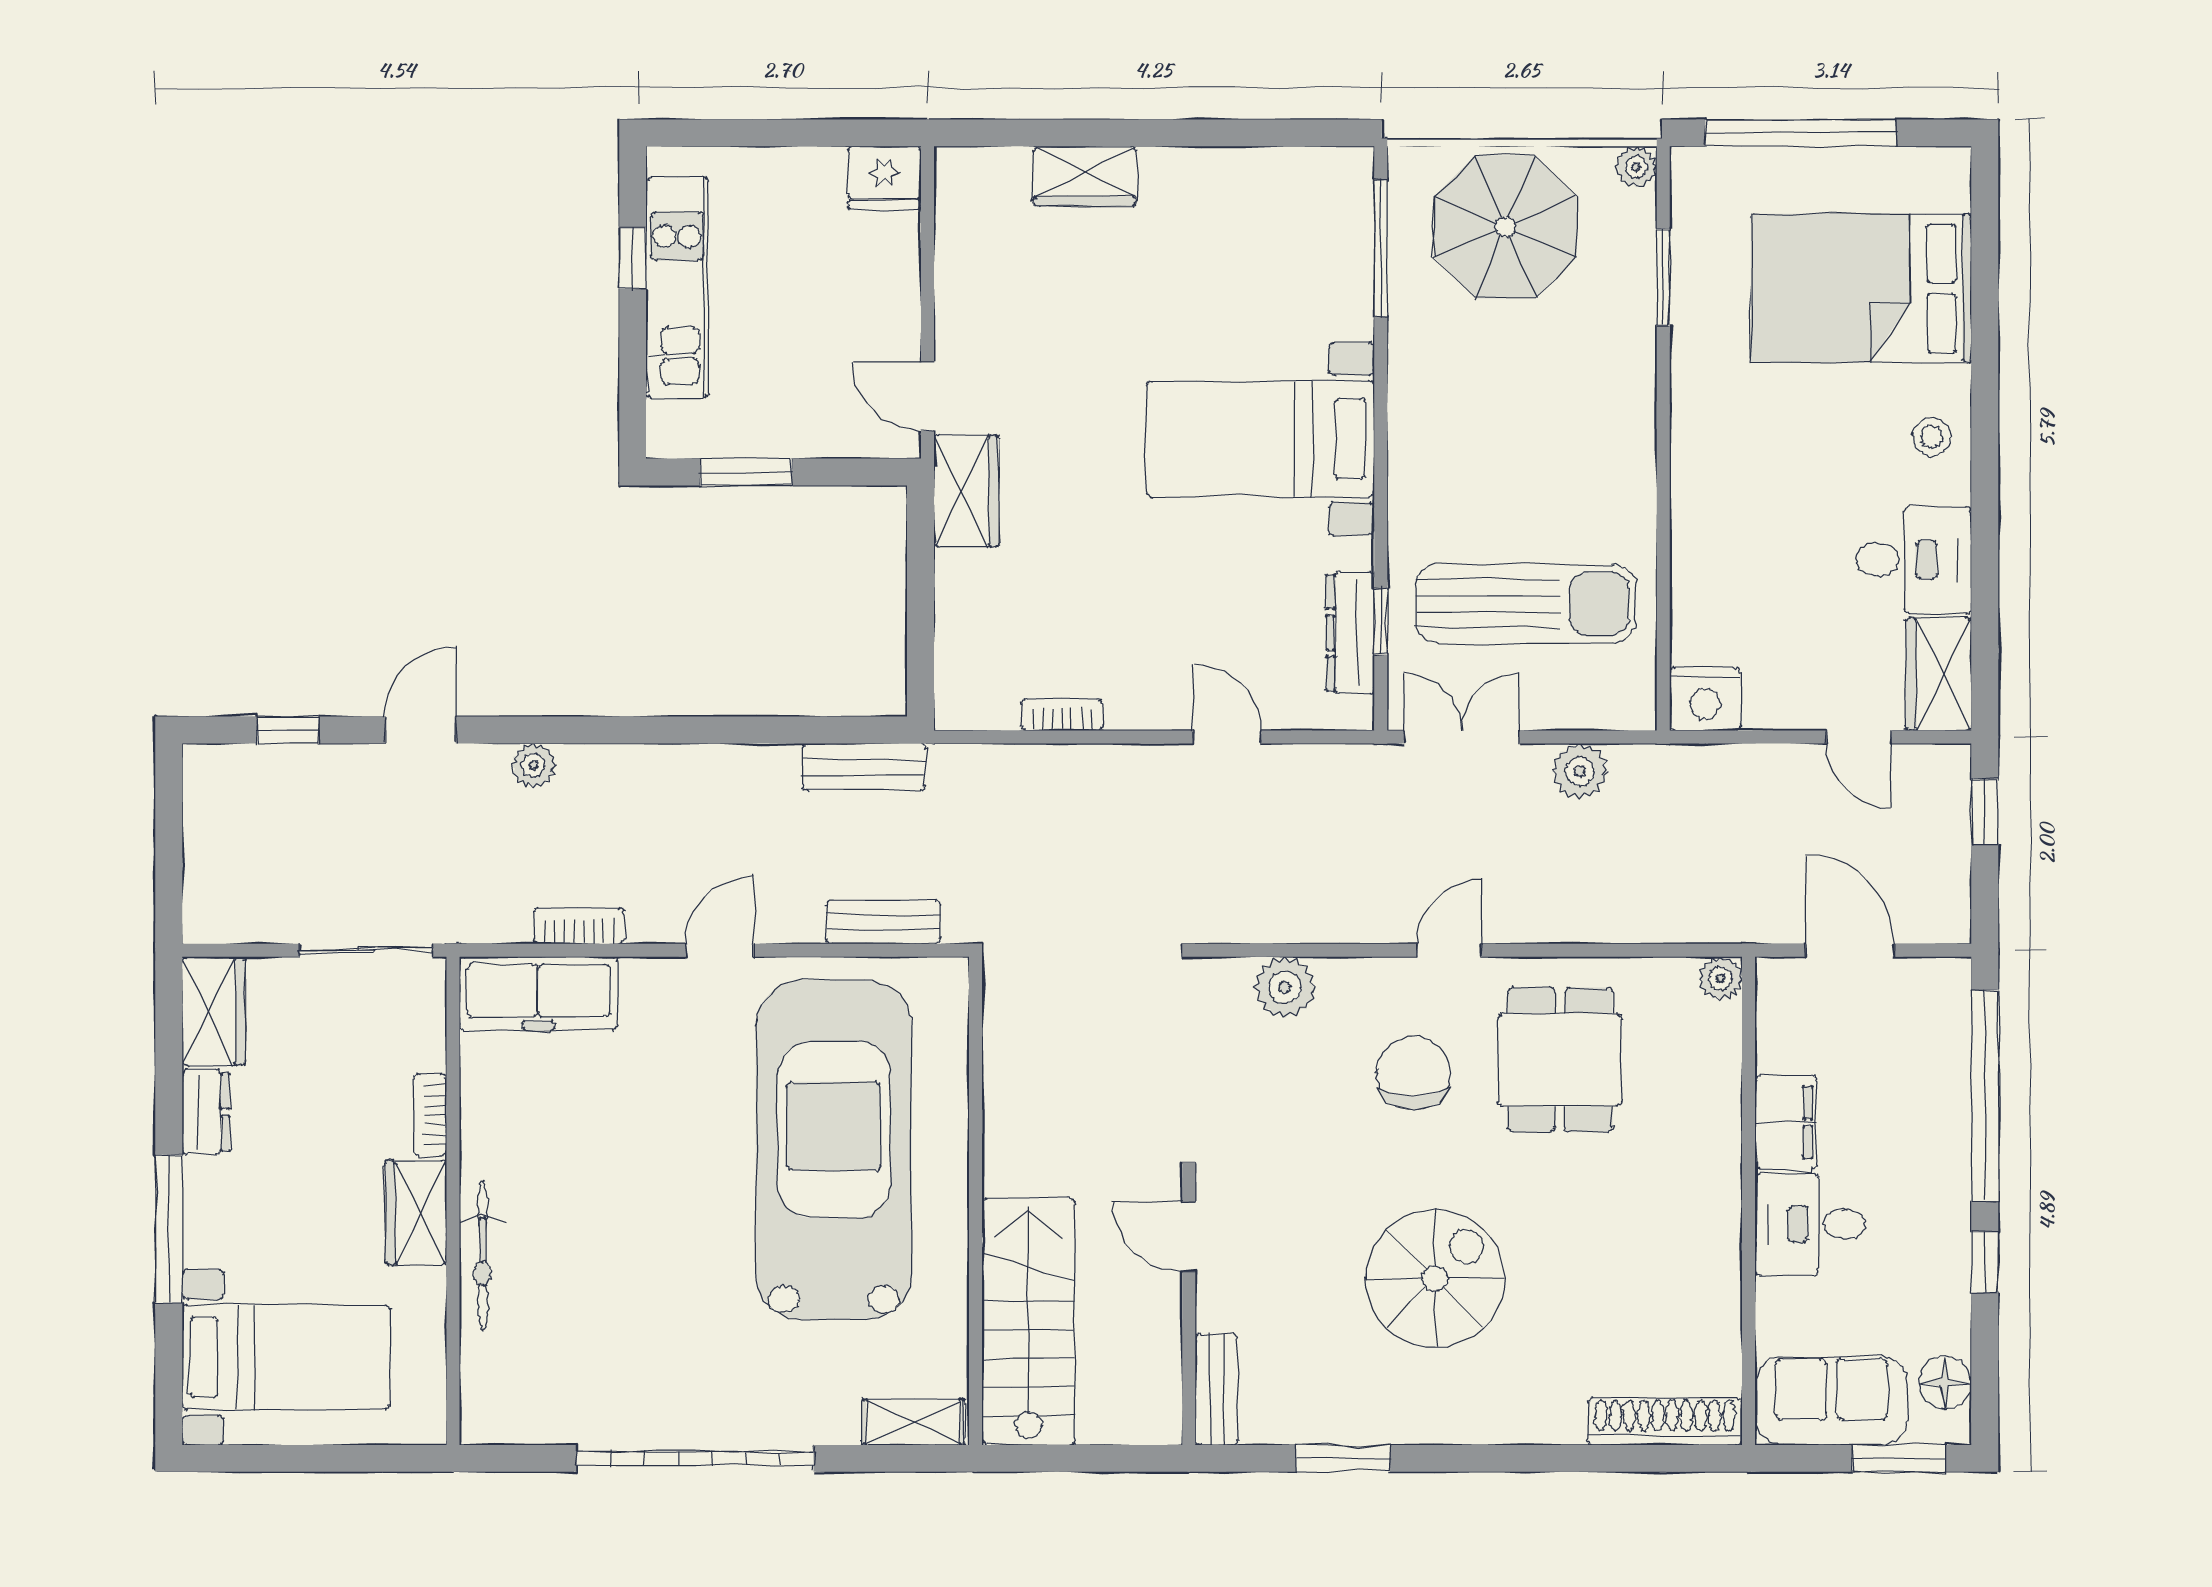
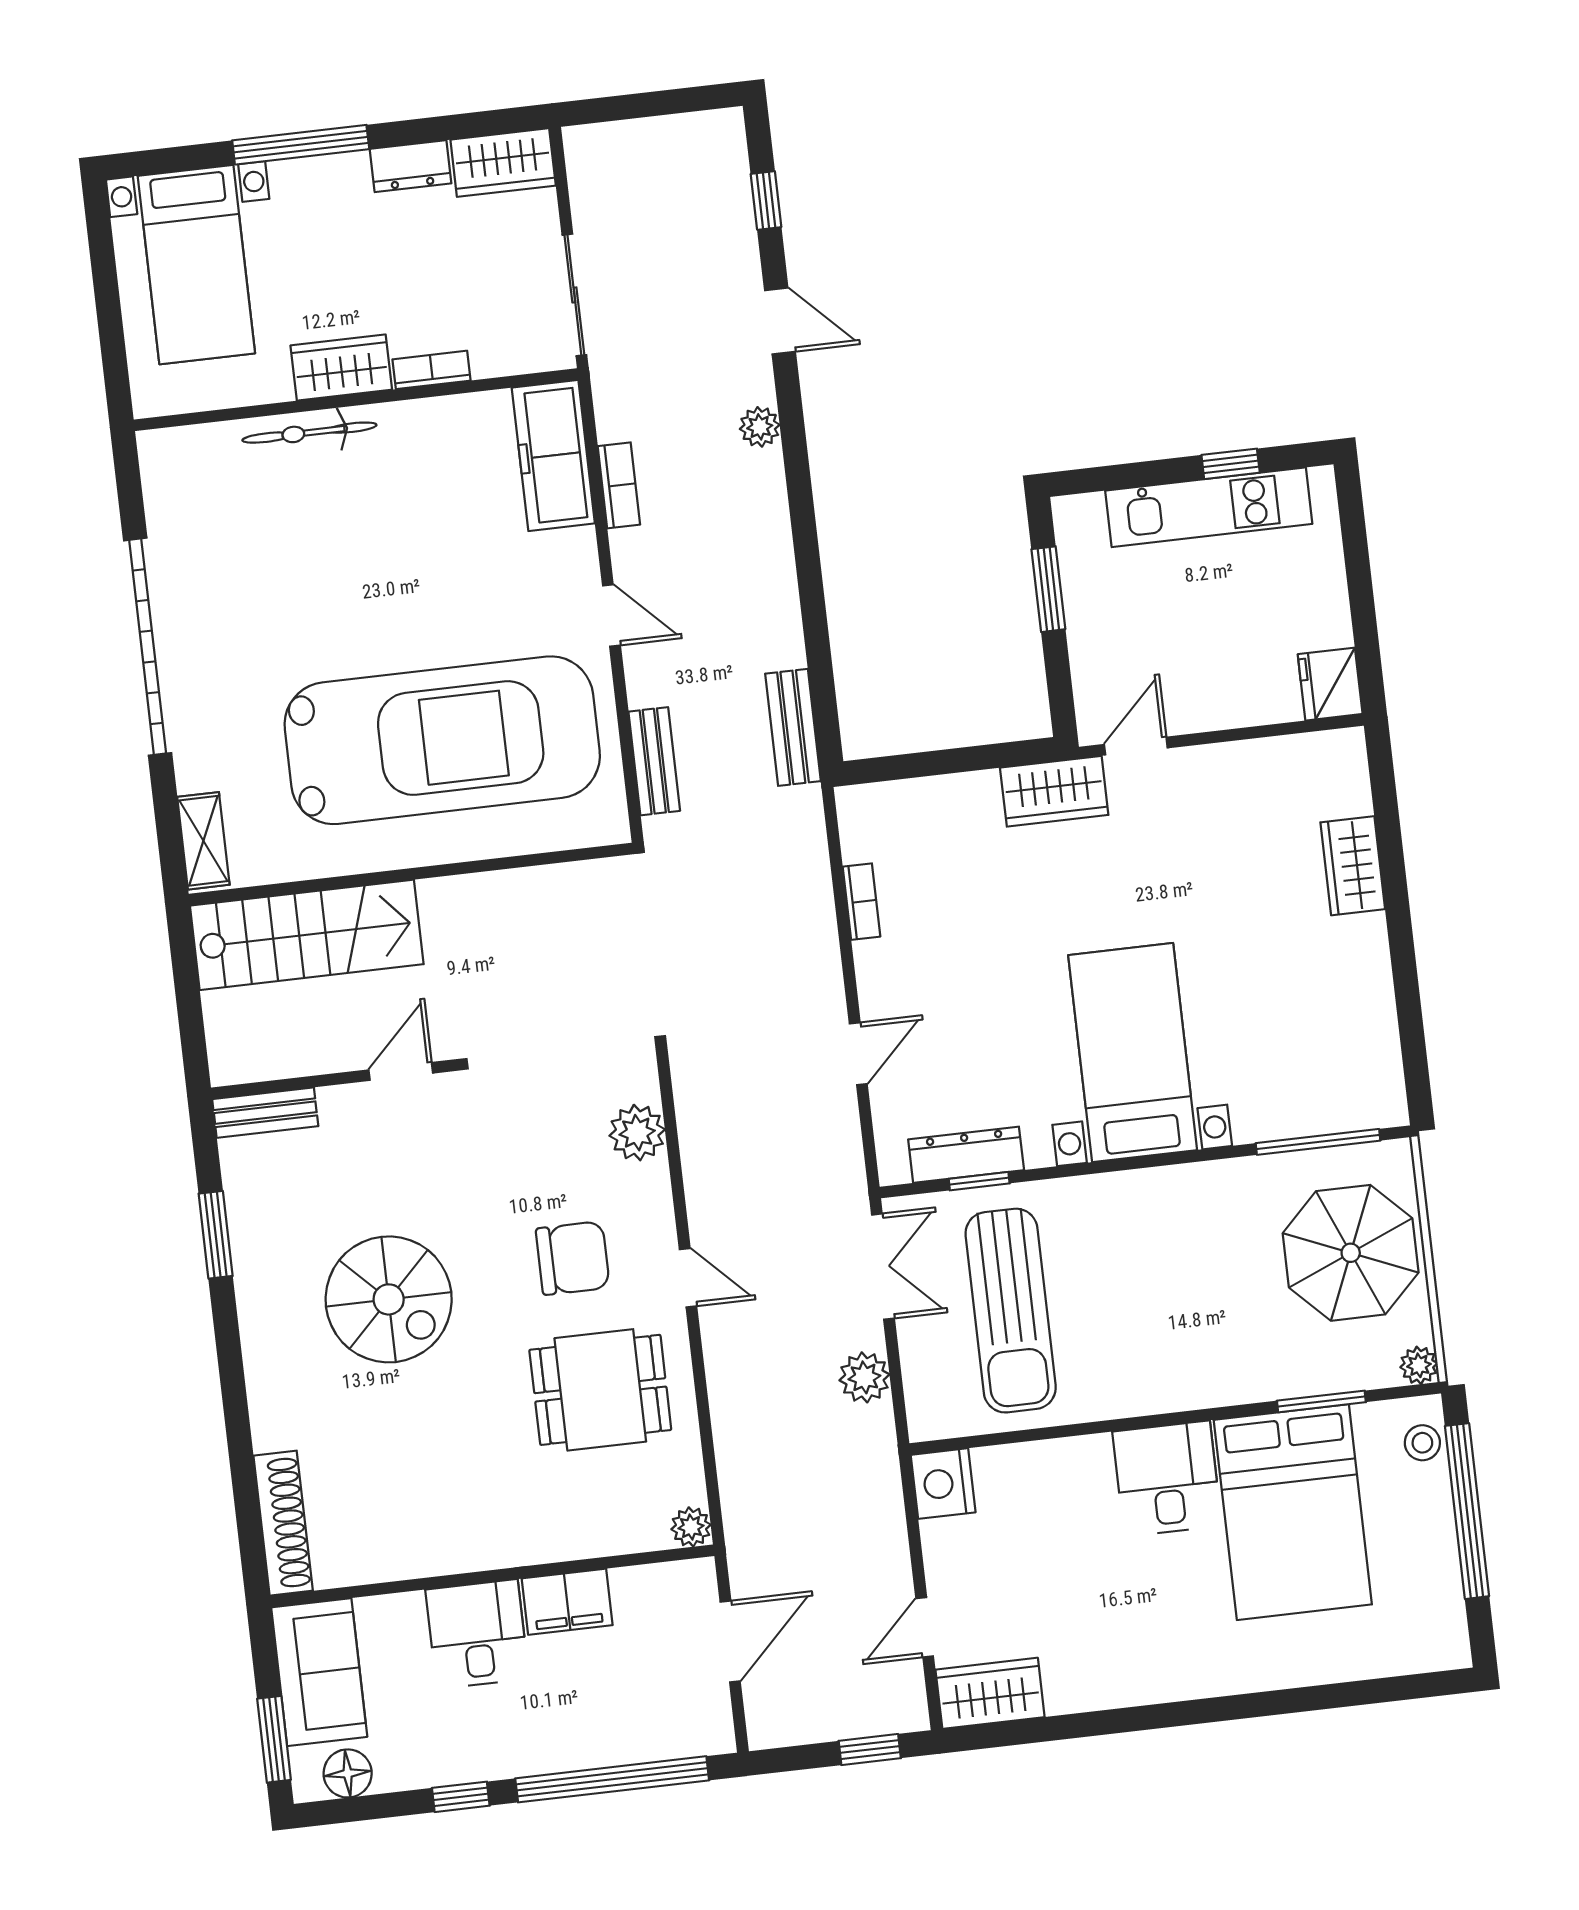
bed: (1861, 288) -> (1293, 1512), moved, turned 180
stool: (1932, 437) -> (1422, 1443), moved
desk: (1913, 560) -> (1167, 1479), moved, turned 180

